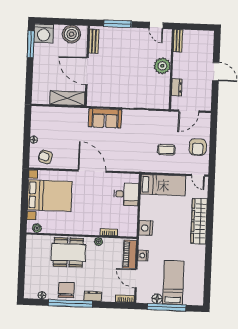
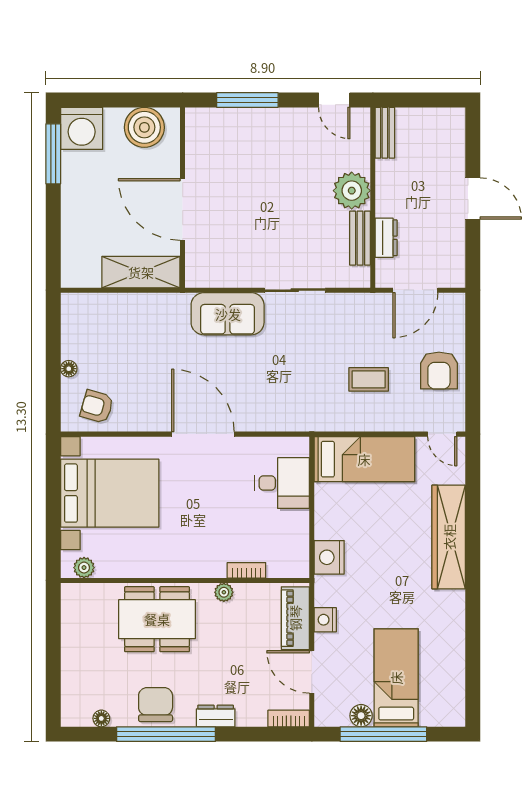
bench: (94, 41) -> (360, 238), moved

